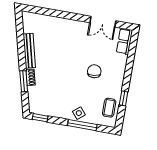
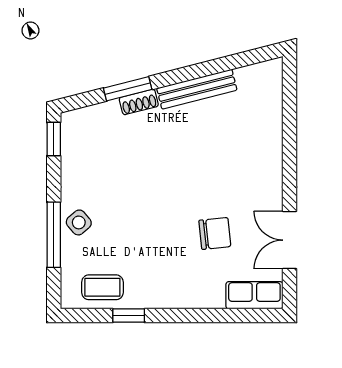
chair: (94, 71) -> (215, 233), moved

